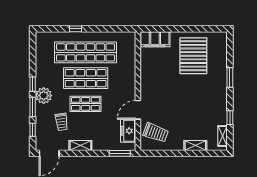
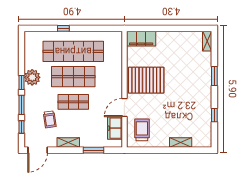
pallet: (193, 56) -> (146, 80), moved, turned 90
plant: (44, 96) -> (32, 77), moved
trolley: (156, 133) -> (142, 130), turned -110
shelving: (222, 136) -> (207, 41), moved
window: (120, 153) -> (94, 150), moved

